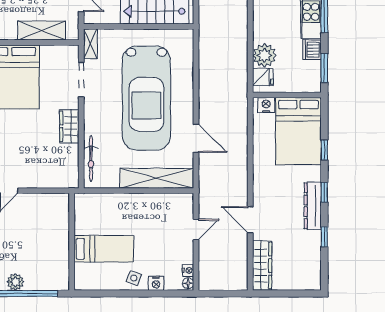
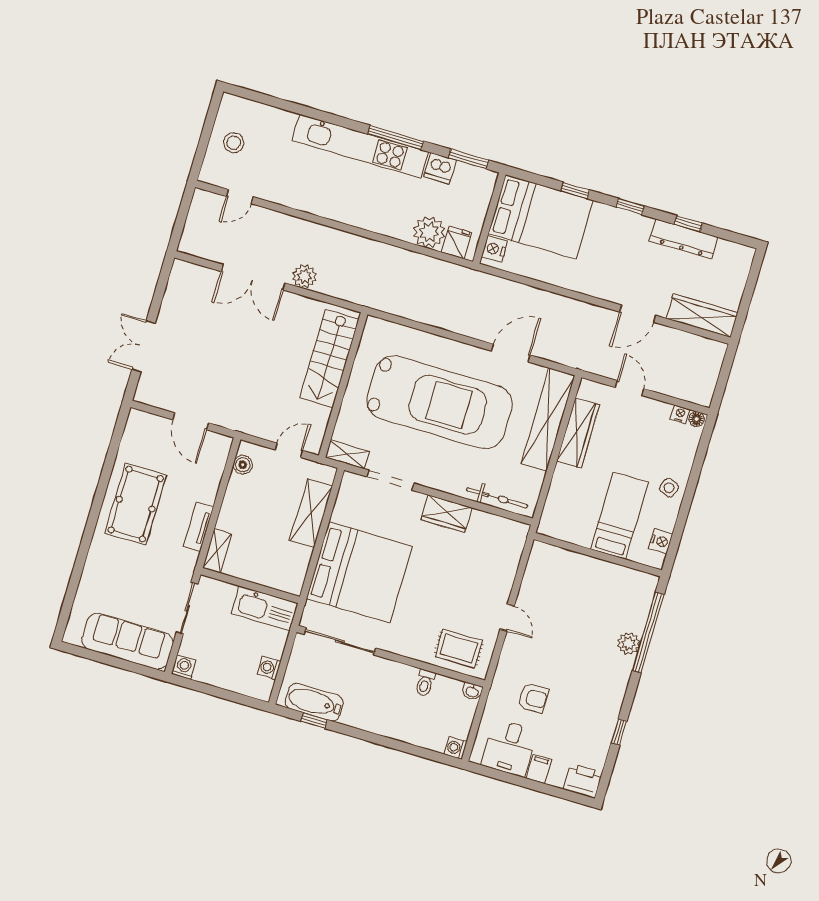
wardrobe: (154, 202) -> (578, 433), added
dresser: (313, 206) -> (684, 239), moved
nightstand: (156, 283) -> (661, 541), moved

